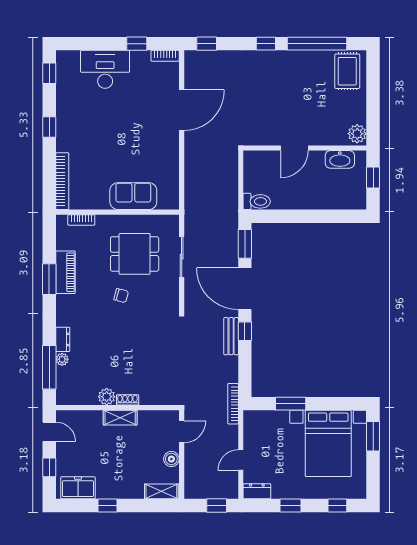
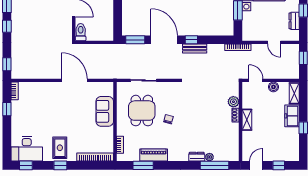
desk: (105, 69) -> (27, 149), moved, turned -90
door: (182, 110) -> (74, 80), moved
rug: (77, 126) -> (60, 148), added
toilet: (257, 201) -> (81, 32), moved
window: (49, 279) -> (143, 165), moved
door: (245, 289) -> (164, 40), swing flipped
plant: (107, 397) -> (233, 102), moved
freezer: (78, 488) -> (292, 116), moved
dresser: (257, 491) -> (294, 21), moved

